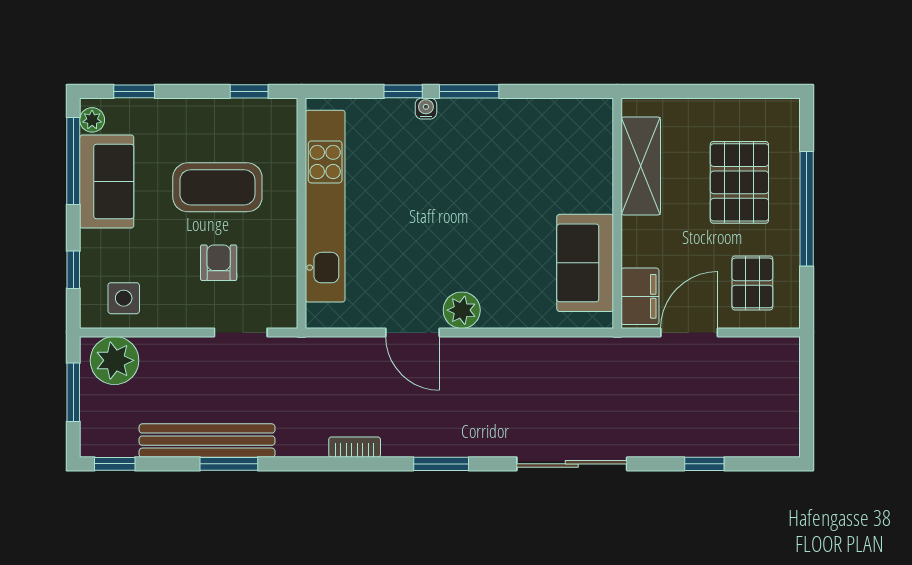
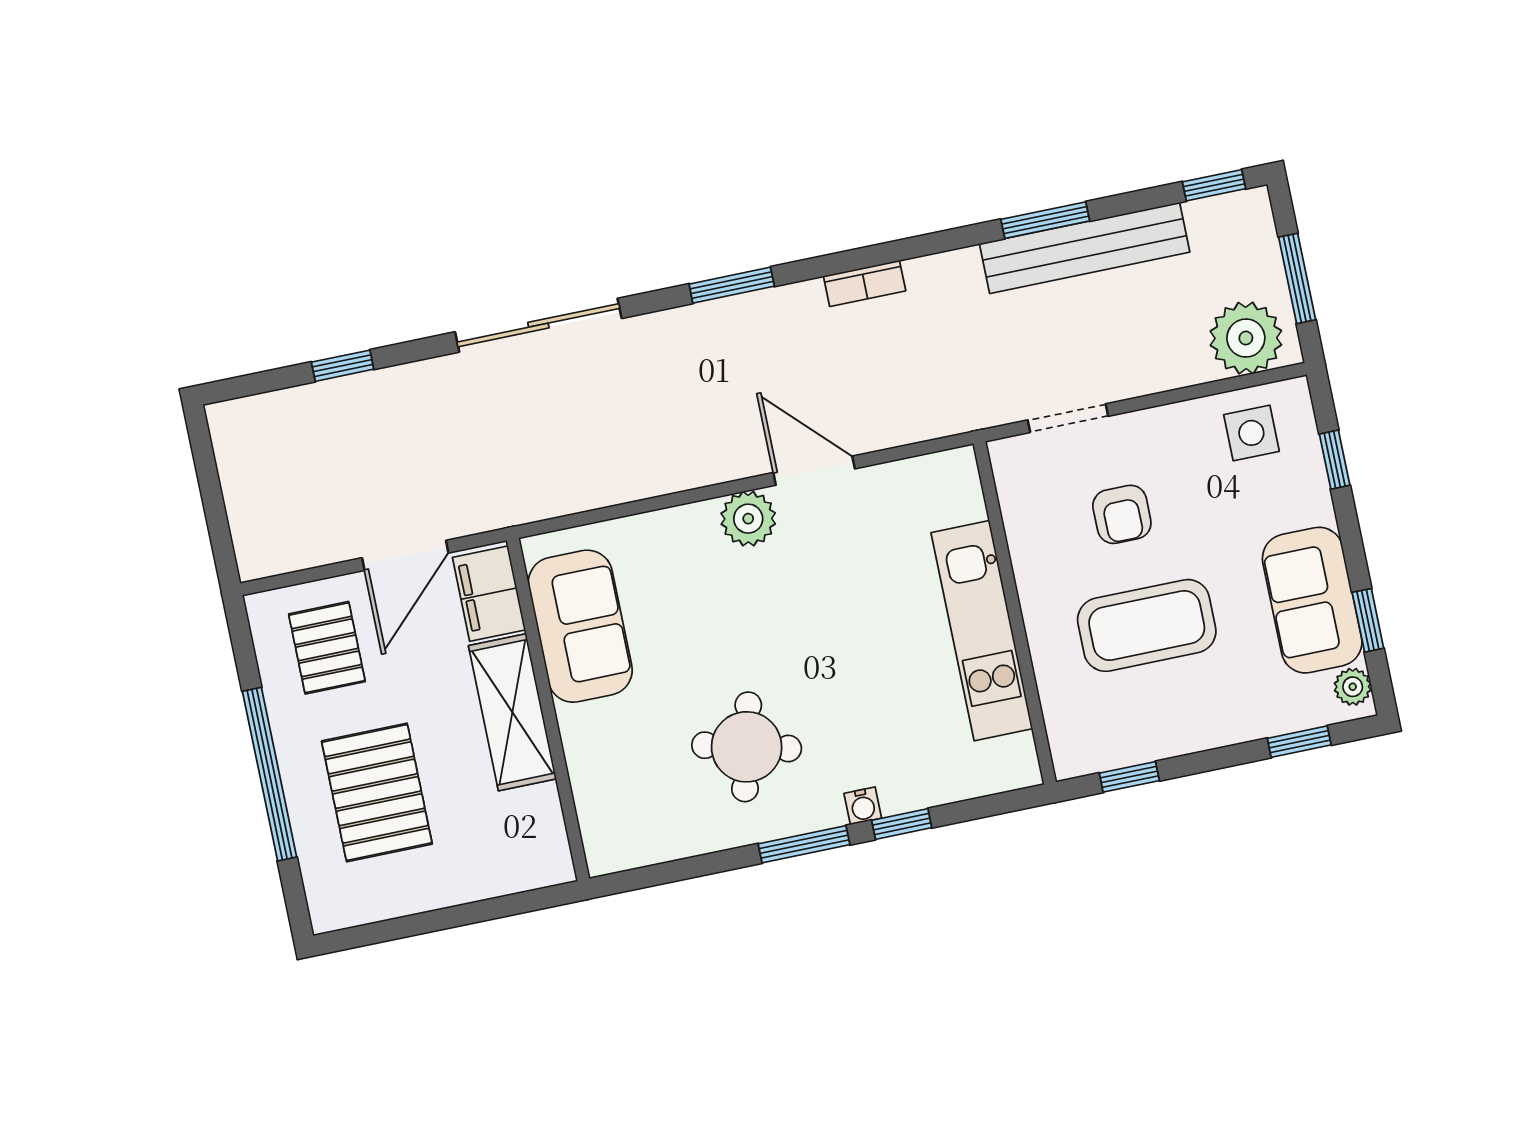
window: (73, 161) -> (1368, 620), width x0.46
round table: (493, 162) -> (747, 747), added
shelving: (641, 166) -> (512, 712), moved
kitchen unit: (325, 206) -> (982, 631), width x0.73

